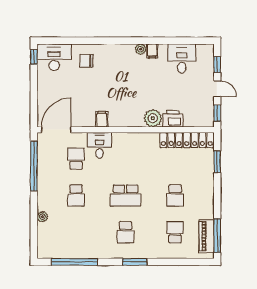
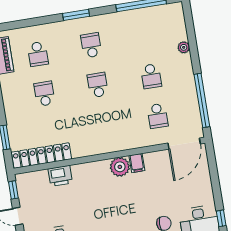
plant: (153, 118) -> (120, 167), moved
desk: (99, 145) -> (135, 134), removed
school desk: (76, 195) -> (151, 76), turned 180
school desk: (126, 195) -> (98, 85), width x0.54

